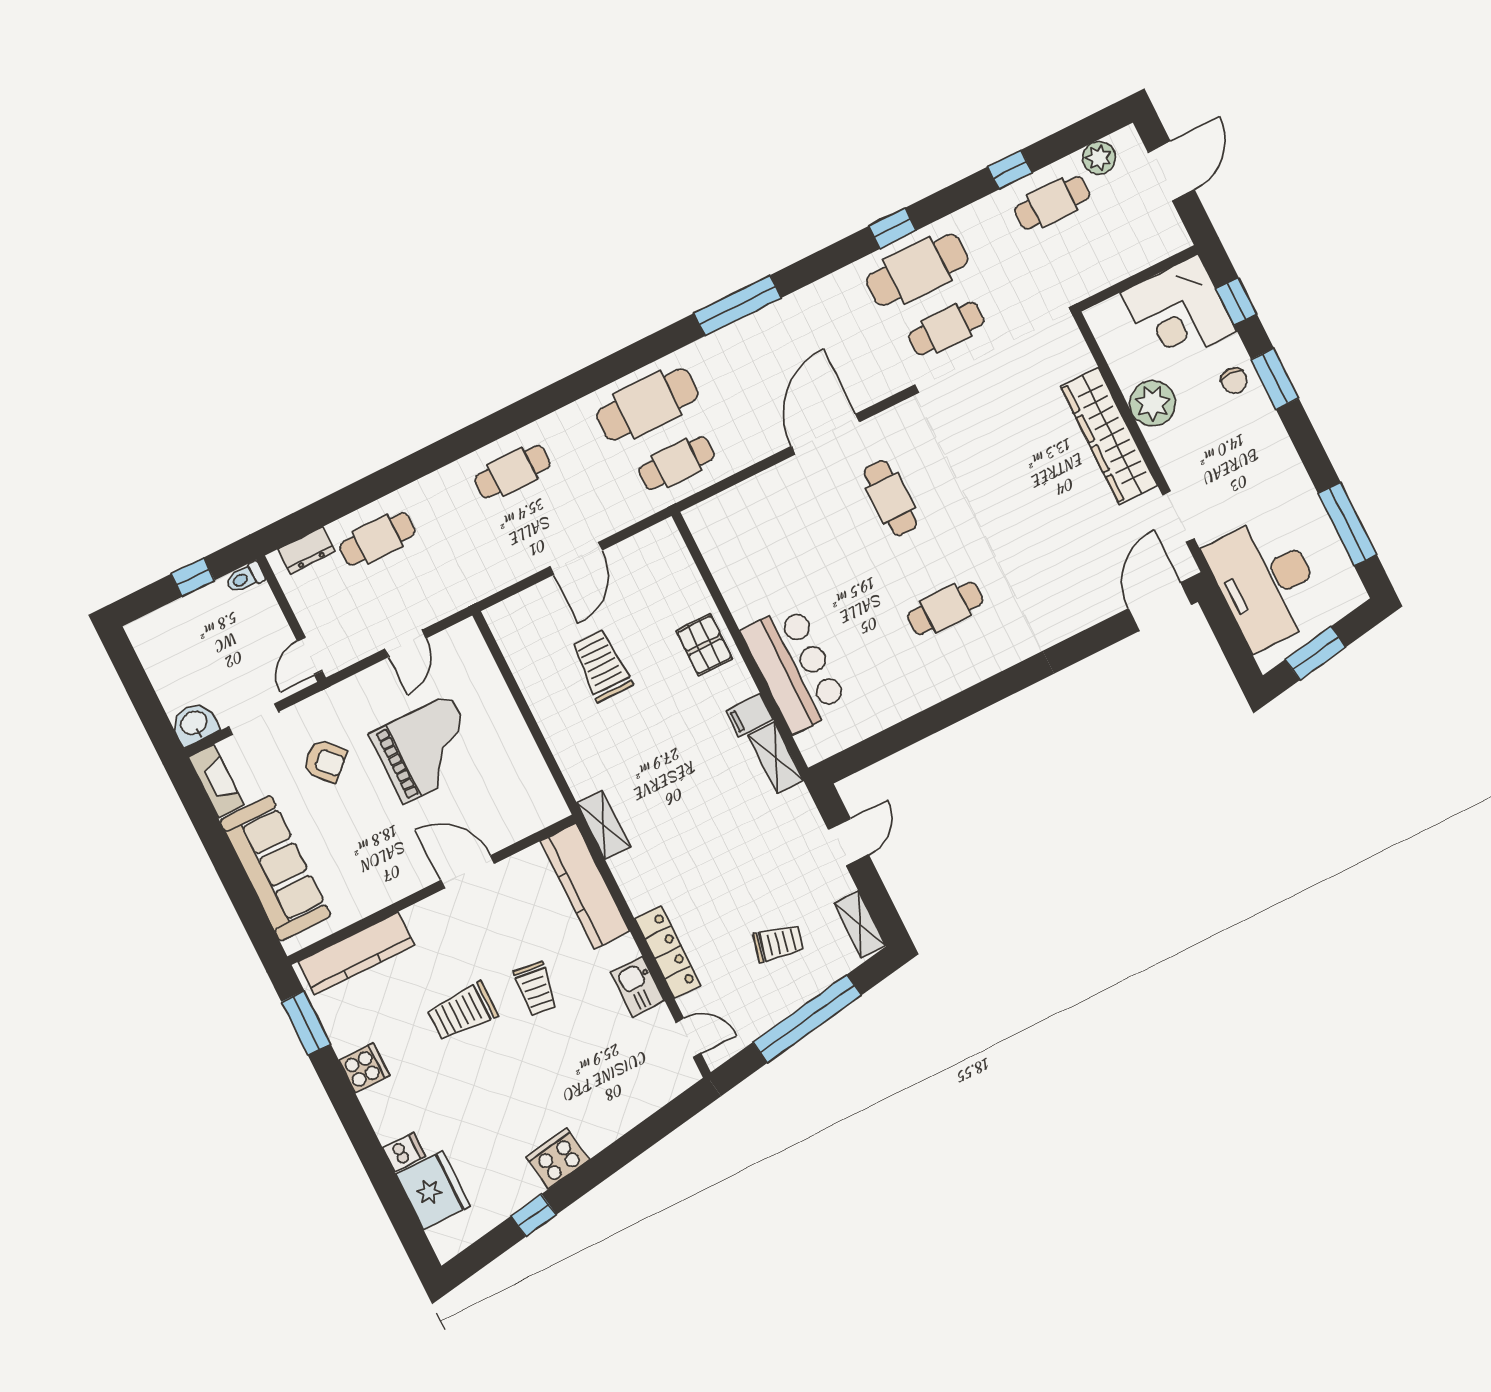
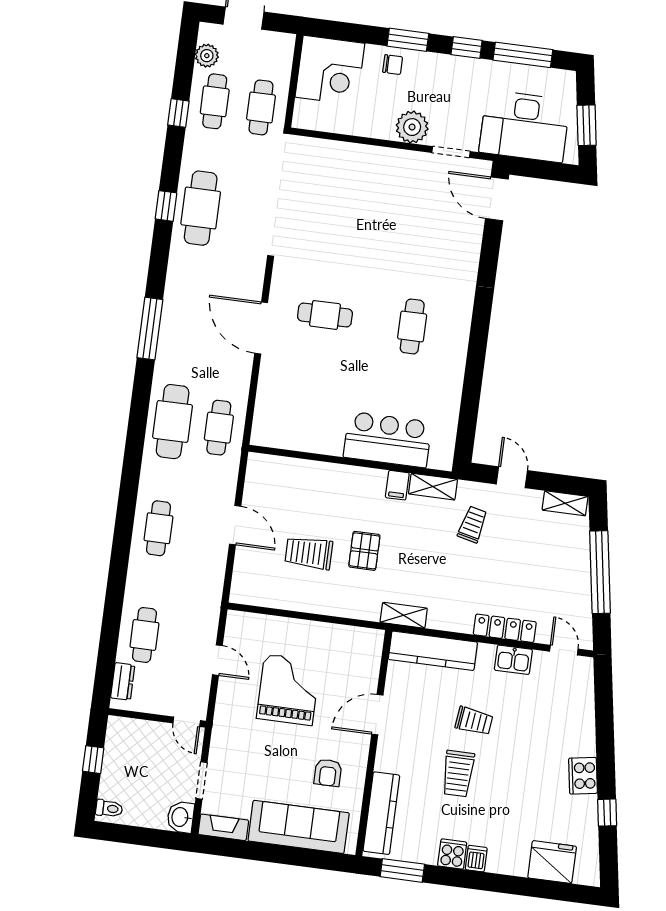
window: (1236, 301) -> (467, 47), moved
cafe table: (946, 329) -> (261, 107), moved
plant: (1153, 403) -> (412, 127), moved
wardrobe: (1109, 436) -> (375, 161), removed
toilet: (245, 578) -> (109, 808), moved, turned -90
pallet: (704, 645) -> (364, 551), moved, turned 90
armchair: (325, 761) -> (328, 773), moved, turned 133
trolley: (778, 943) -> (473, 524), moved
door: (688, 1038) -> (564, 650), hinge flipped
dishwasher: (404, 1152) -> (476, 859), moved

